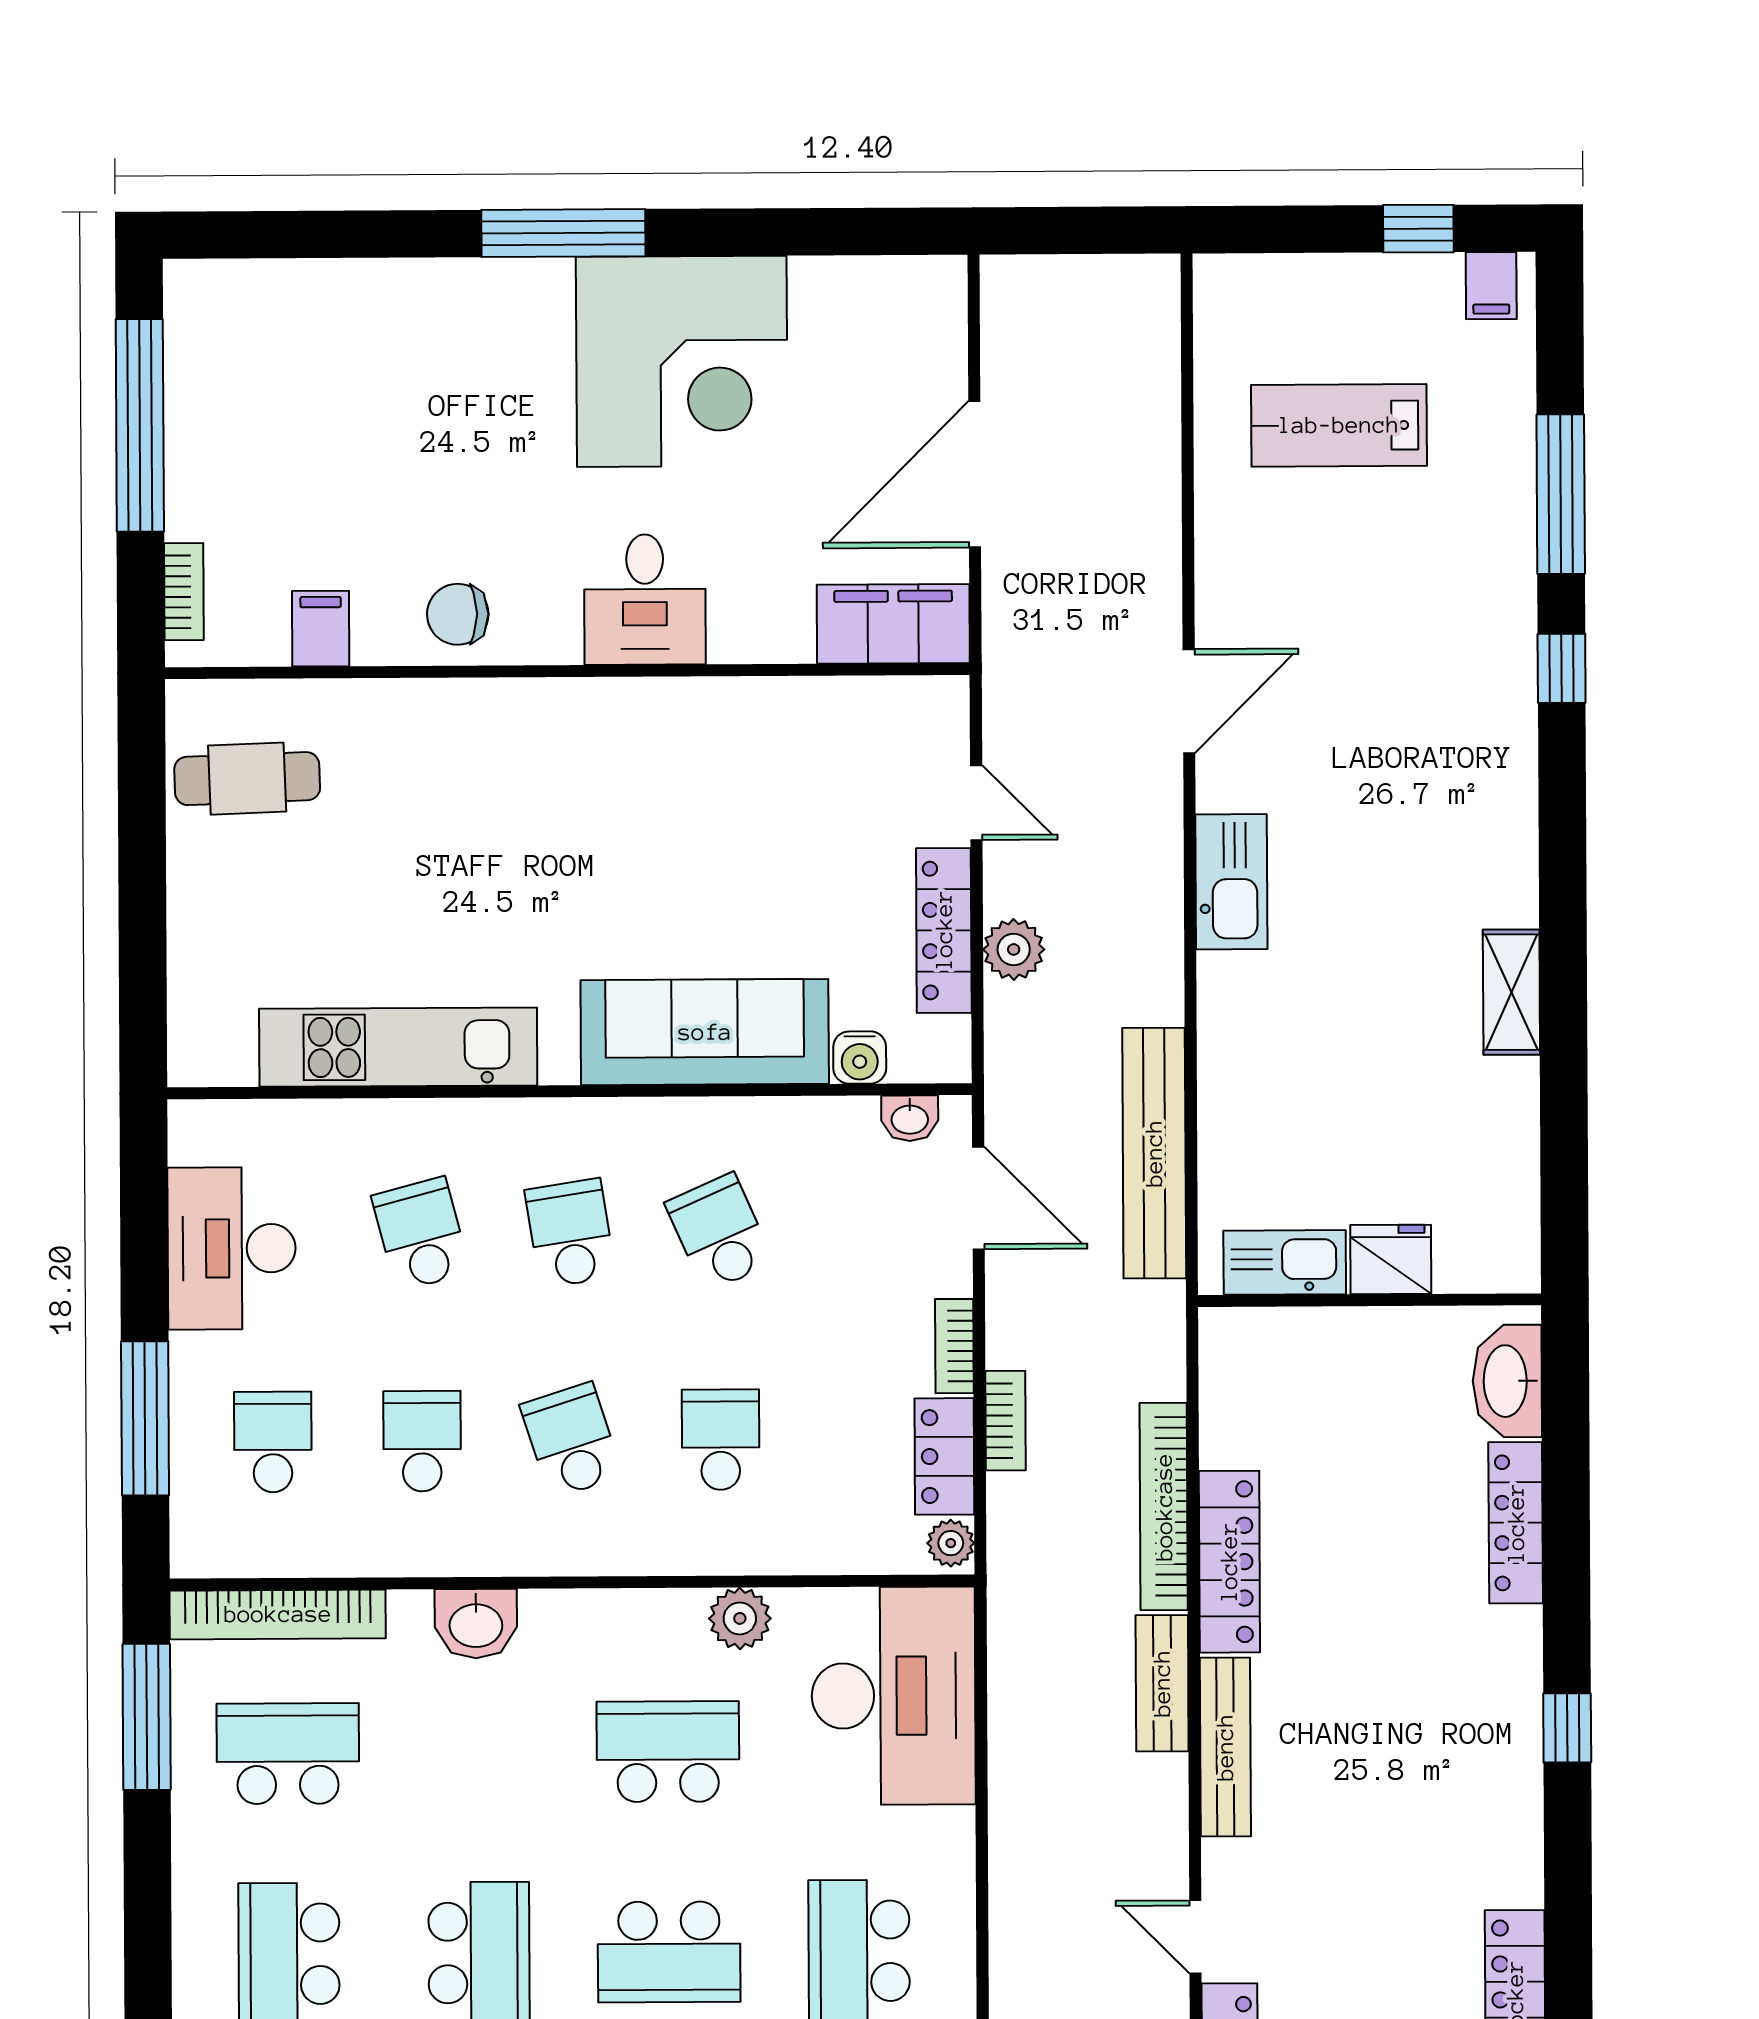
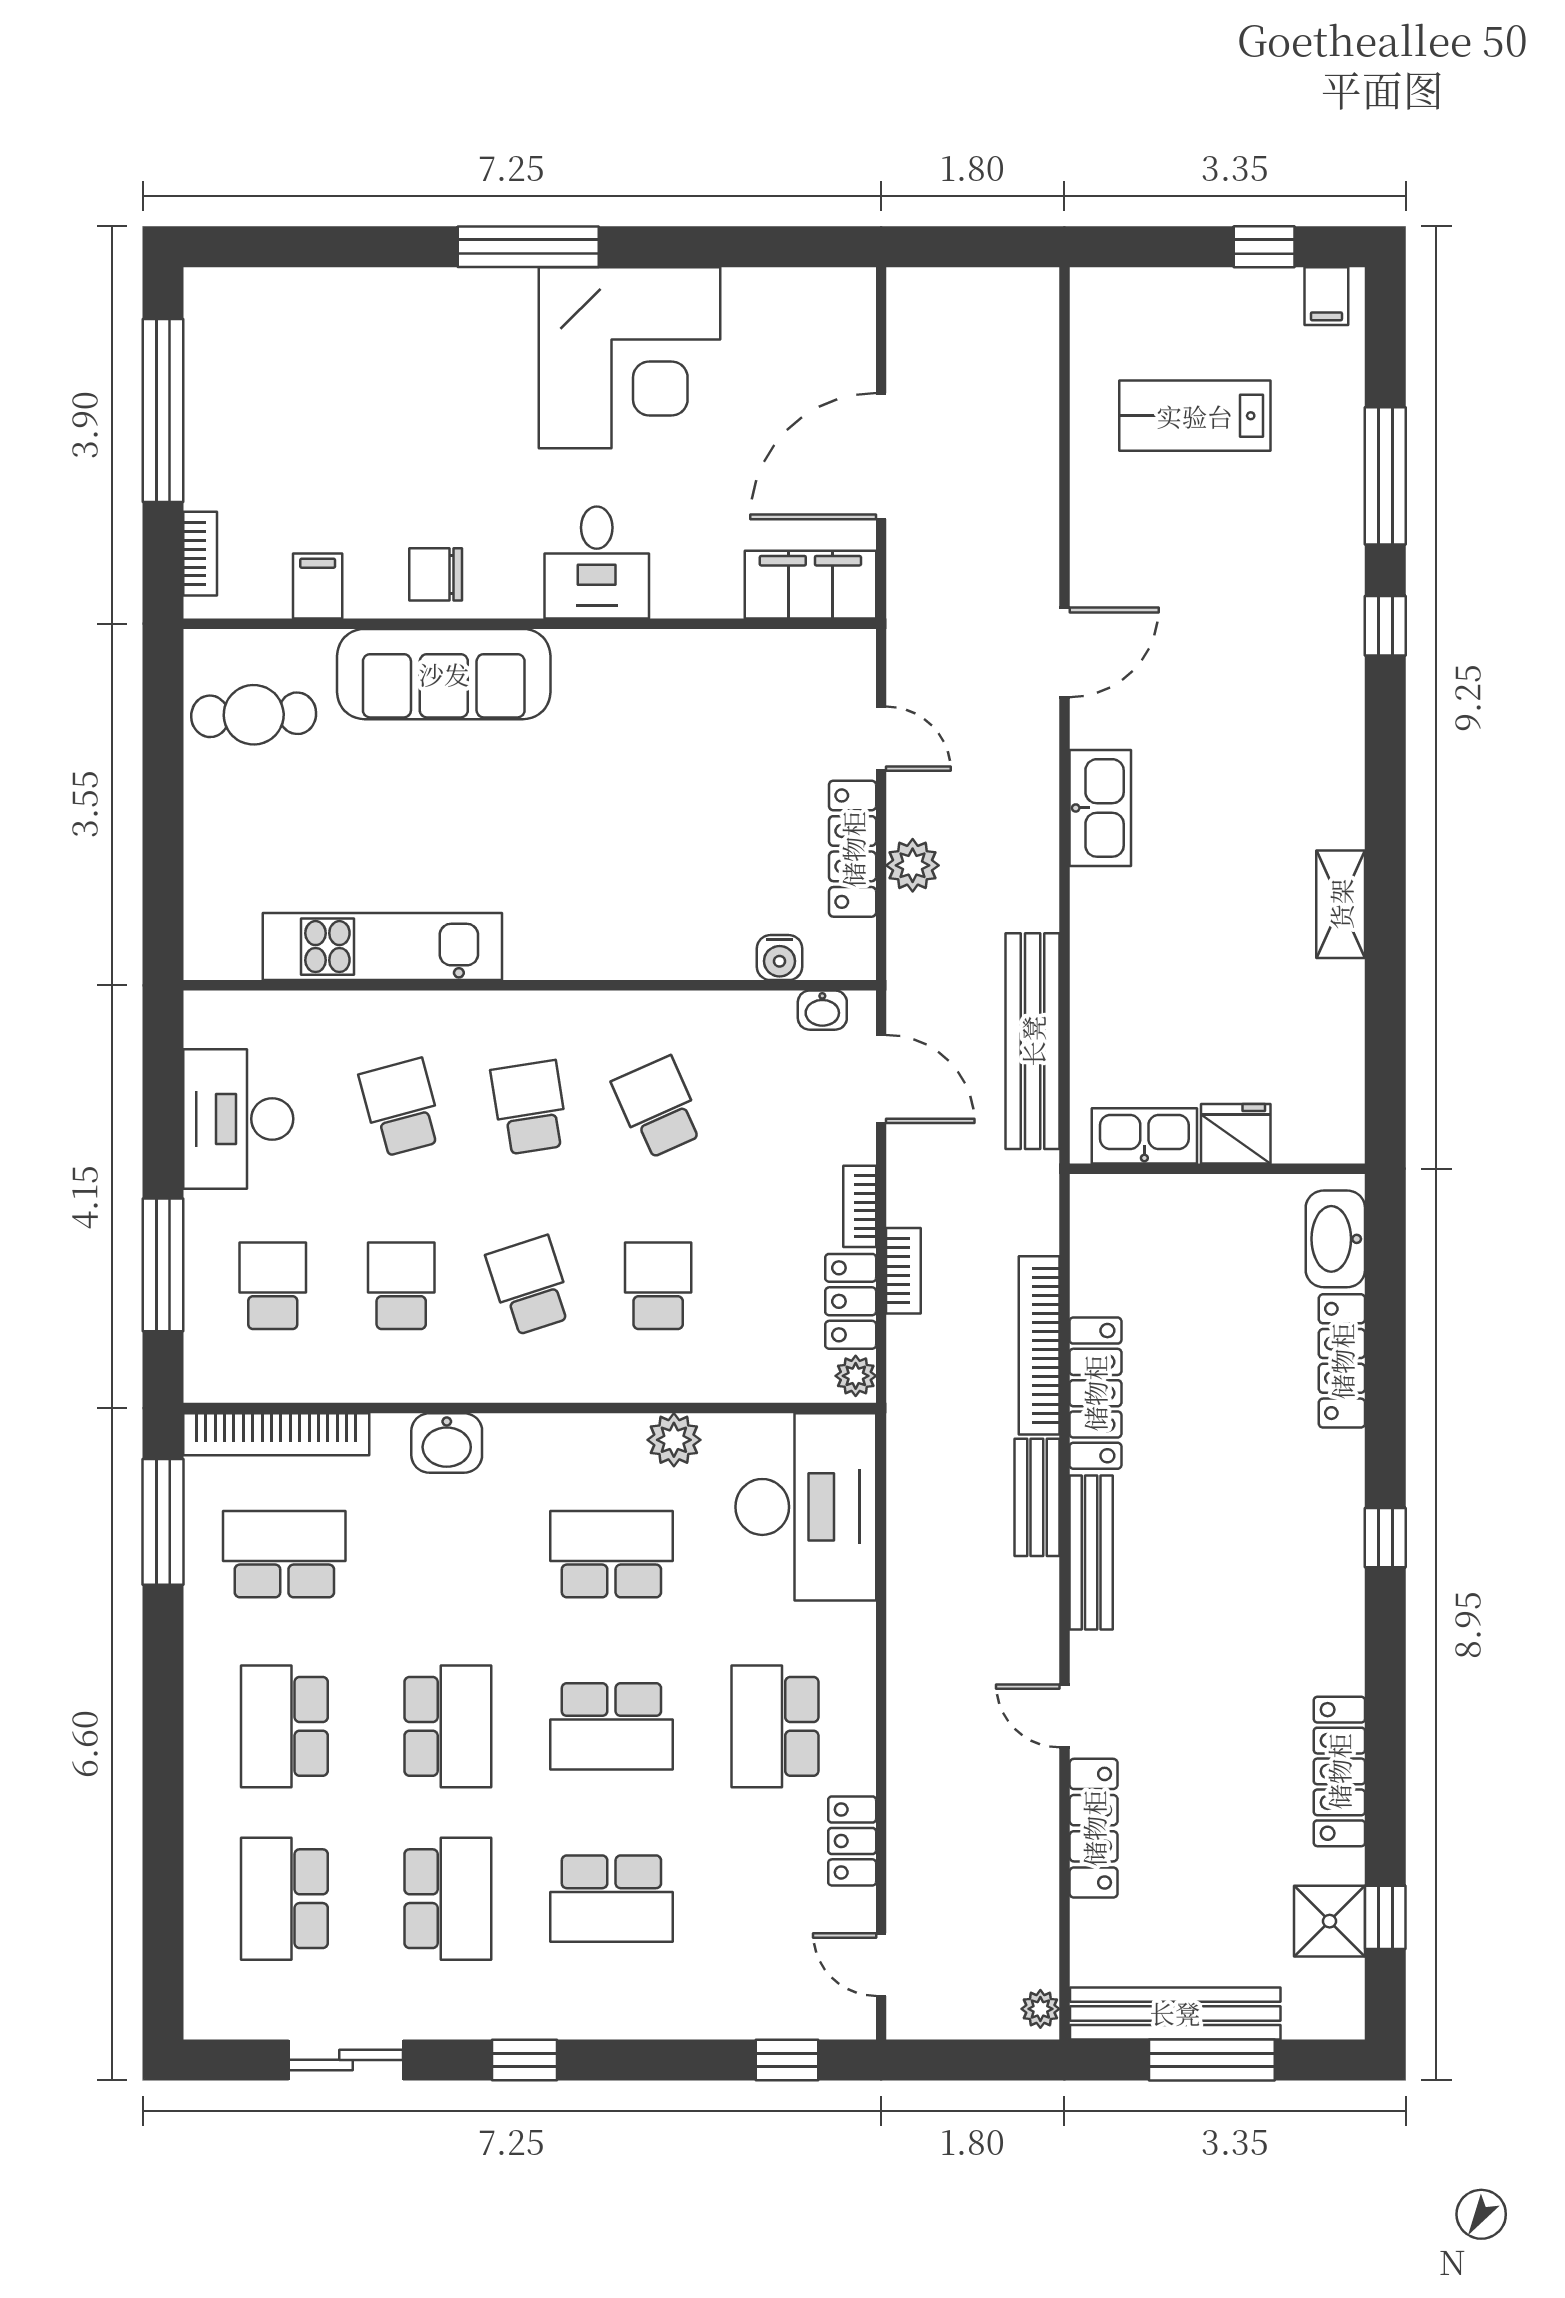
sofa: (705, 1032) -> (444, 674), moved, turned 180

